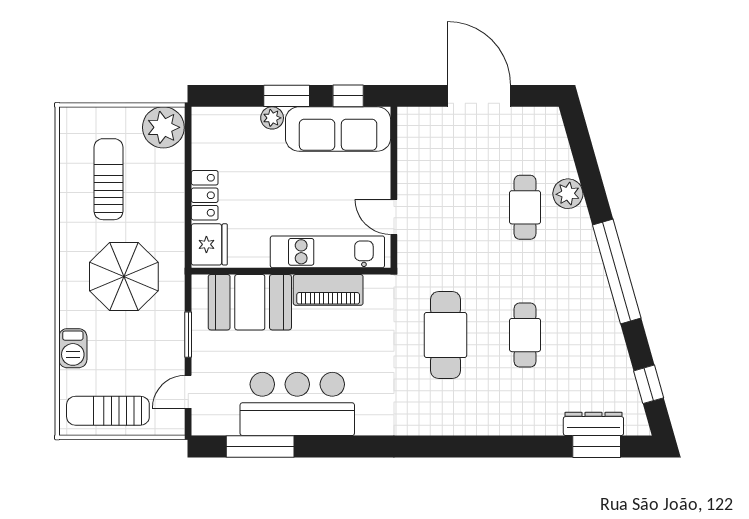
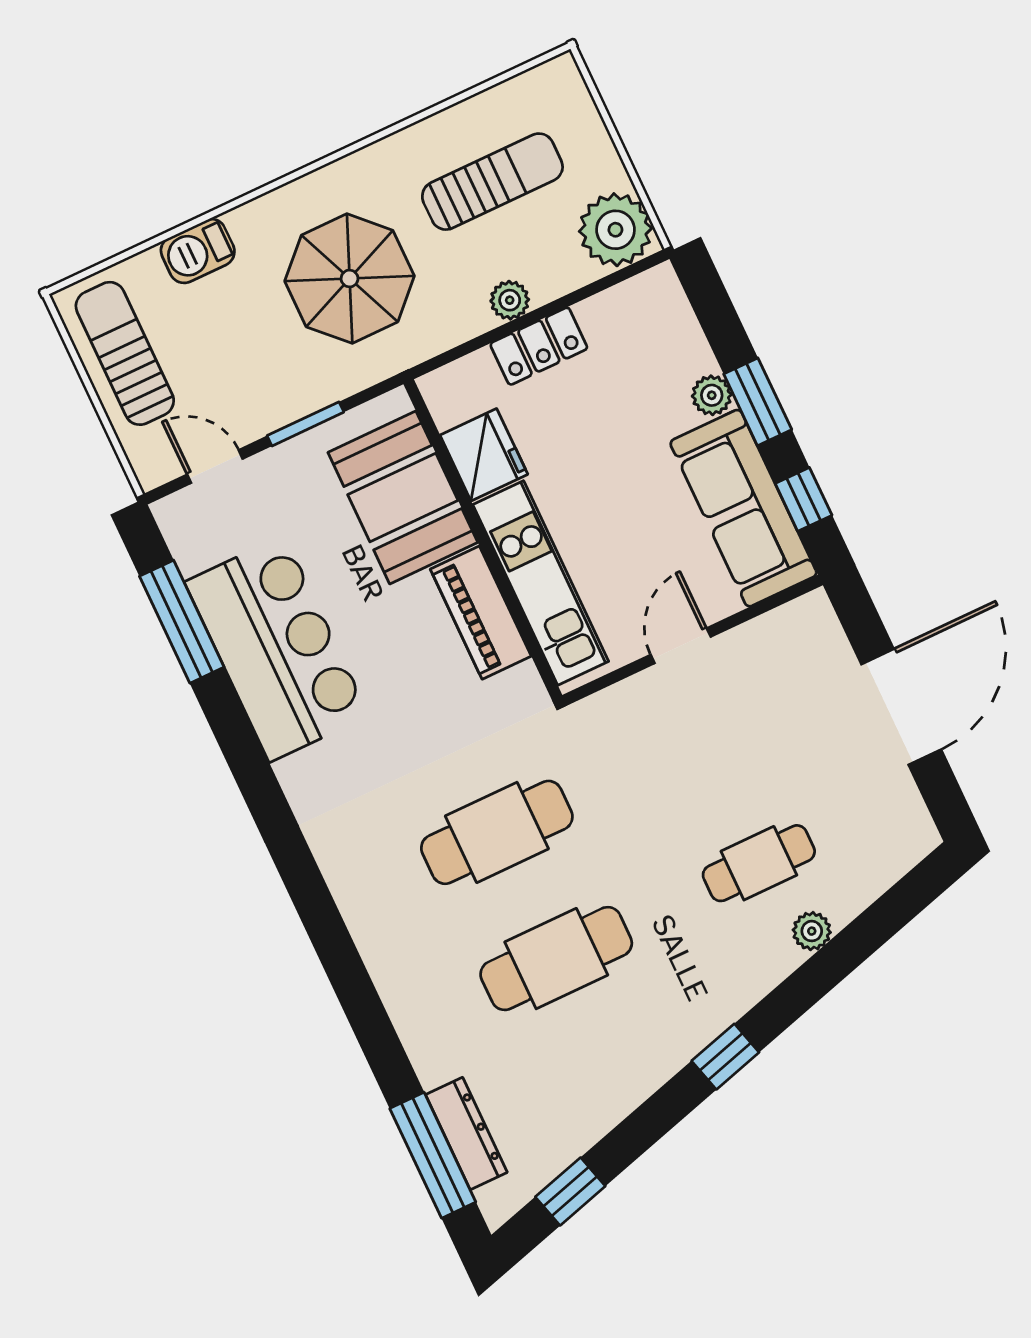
plant: (568, 194) -> (812, 931), width x0.73, depth x0.73
plant: (174, 199) -> (510, 300), added
door: (394, 217) -> (681, 646), moved
fridge: (209, 244) -> (484, 455), moved, turned -90
window: (617, 272) -> (725, 1057), width x0.32
cafe table: (525, 335) -> (556, 959), width x1.37, depth x1.35
window: (597, 446) -> (433, 1155), width x1.44

